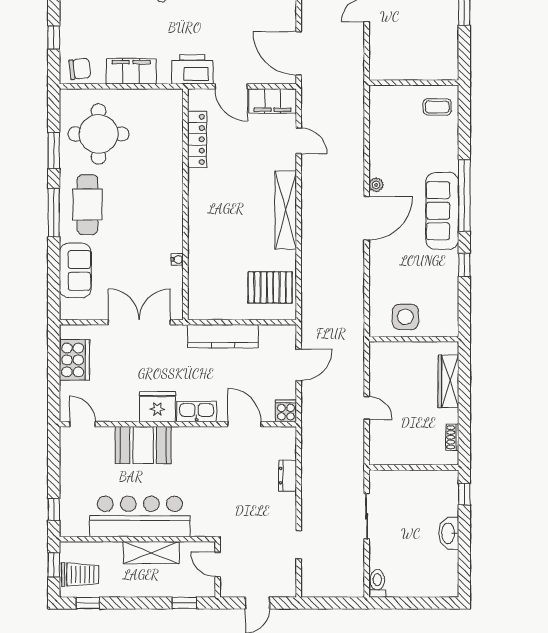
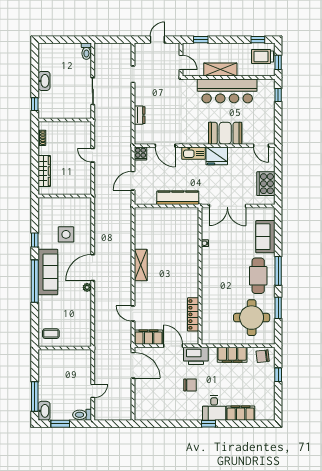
chair: (202, 20) -> (190, 385), added
shelving: (286, 210) -> (141, 265), width x0.68
pallet: (270, 287) -> (150, 227), removed
side table: (405, 317) -> (66, 234), moved

